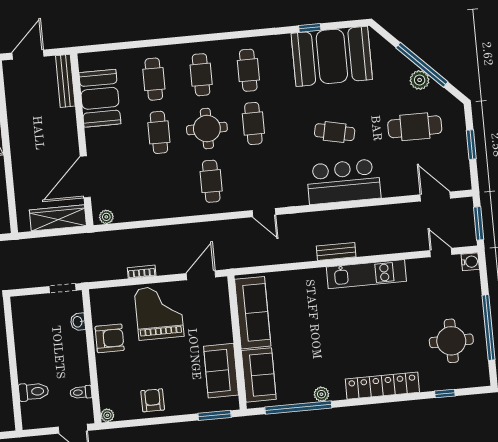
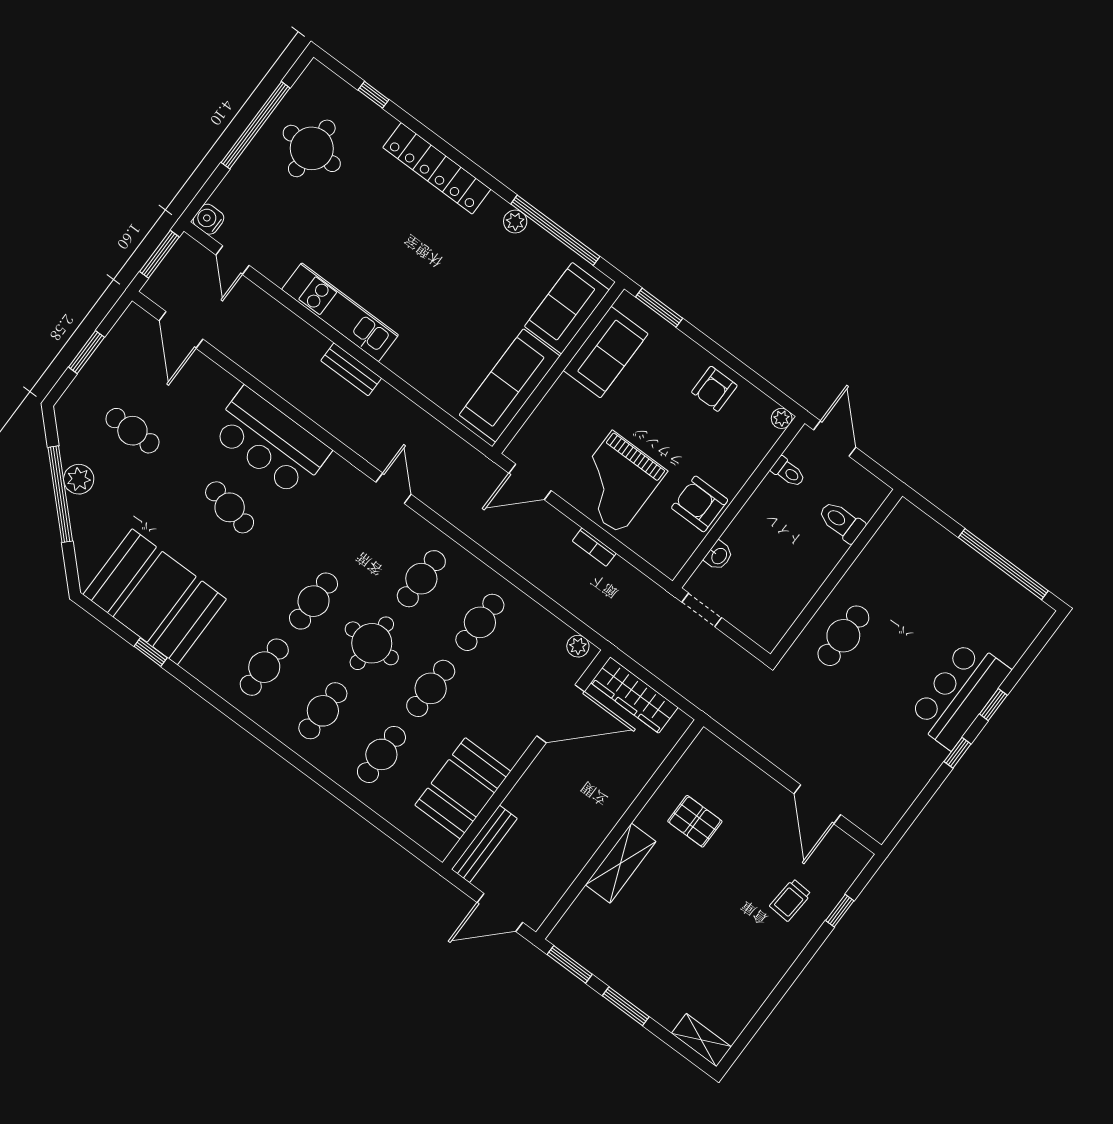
cafe table: (415, 127) -> (132, 431), width x0.73, depth x0.74
cafe table: (164, 186) -> (480, 622), added

